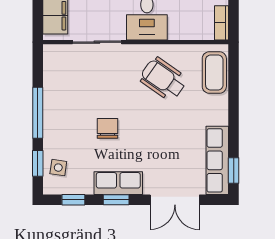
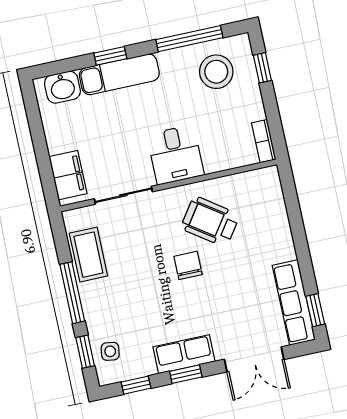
coffee table: (214, 73) -> (88, 255), moved
chair: (108, 128) -> (188, 265), moved

